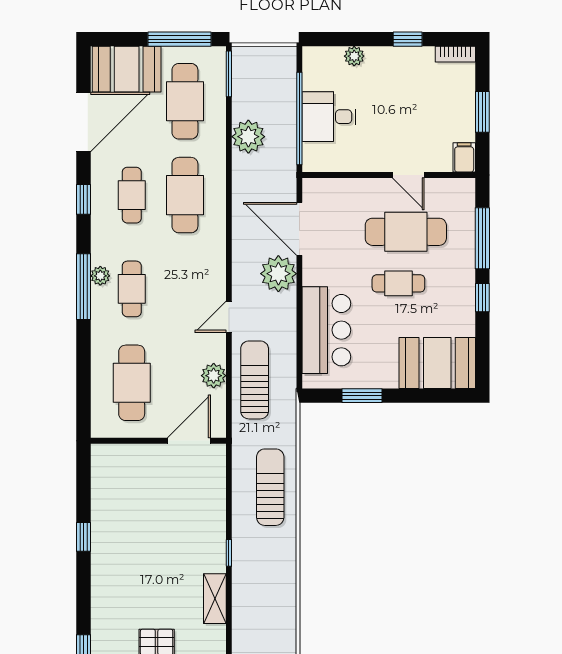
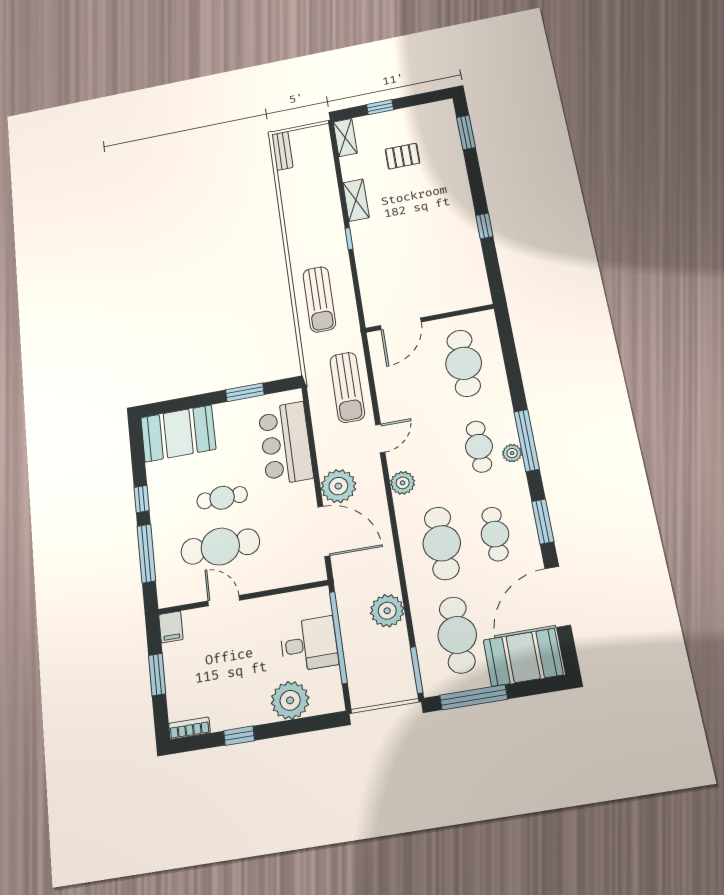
plant: (354, 56) -> (290, 700), width x1.87, depth x1.87
window: (84, 199) -> (543, 522), width x1.50
plant: (214, 376) -> (403, 483), moved

